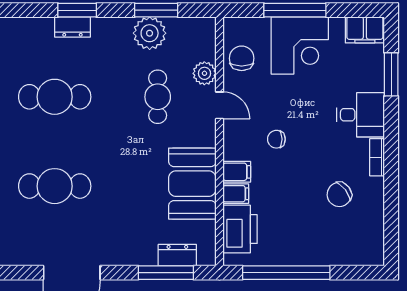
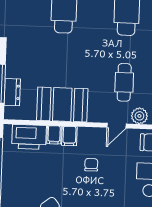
cafe table: (158, 97) -> (124, 82), turned 90

